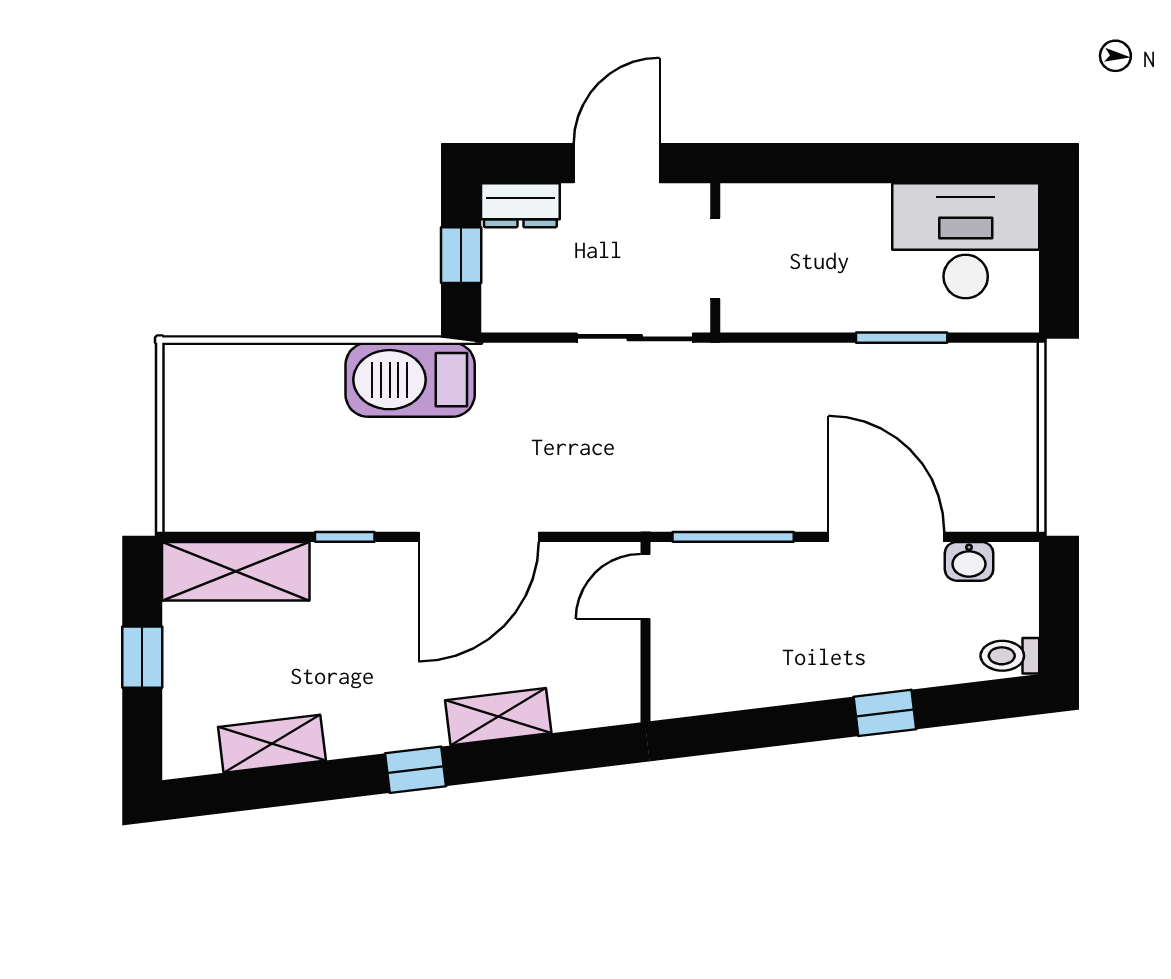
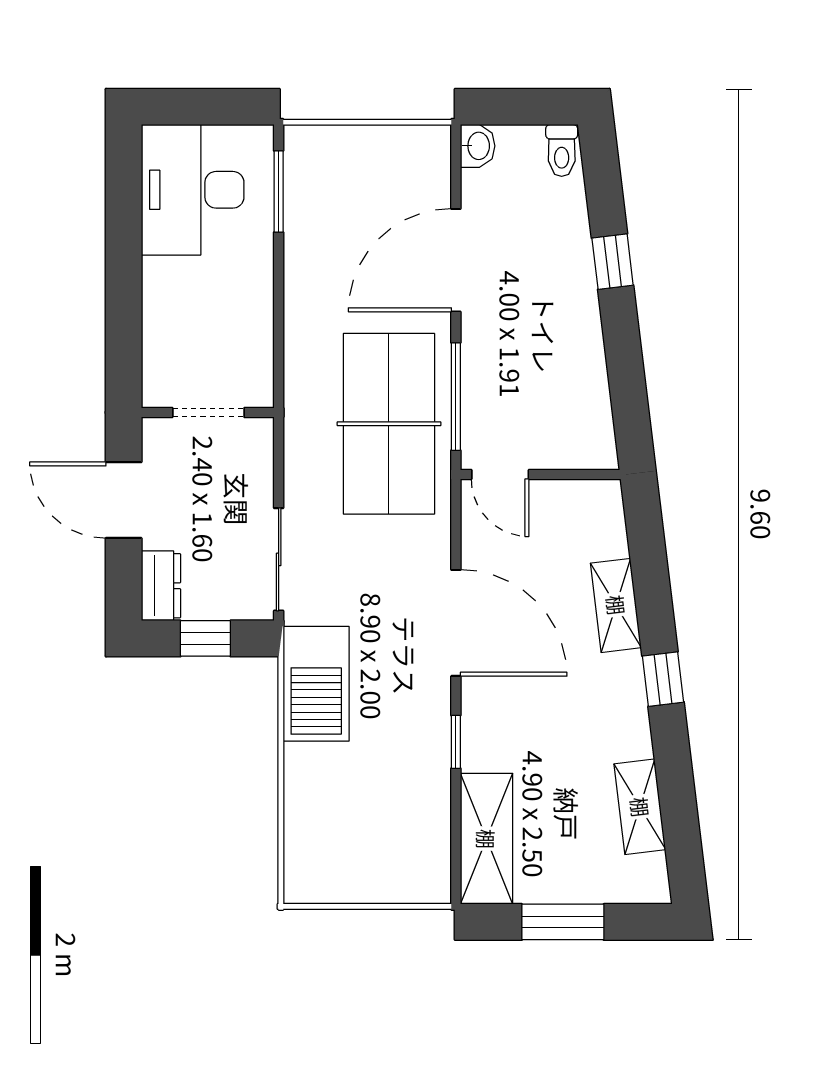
sliding door: (635, 338) -> (279, 559), moved
window: (902, 338) -> (279, 192), moved
table tennis table: (703, 462) -> (389, 424), added
washbasin: (969, 561) -> (478, 146), moved
window: (142, 657) -> (563, 922), width x1.50

